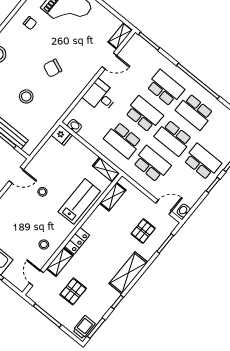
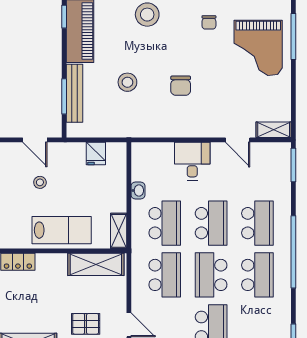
chair: (53, 68) -> (181, 86), turned -113
school desk: (195, 112) -> (257, 275), turned 180
washbasin: (75, 126) -> (138, 190), moved
fridge: (62, 135) -> (96, 154), moved
school desk: (123, 140) -> (165, 223), turned 180
shelving: (113, 197) -> (96, 264), width x1.50, depth x1.33

